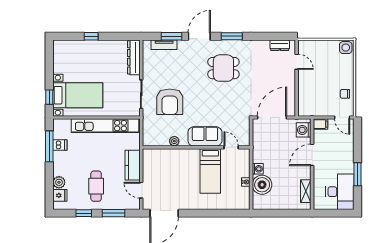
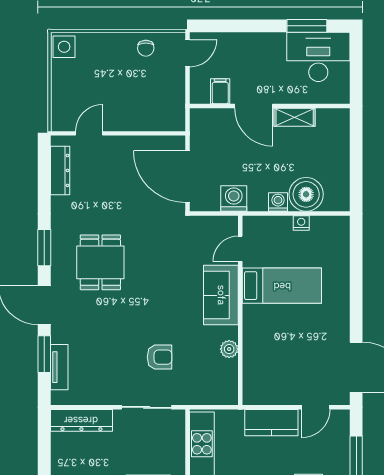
dresser: (280, 45) -> (60, 170), width x1.44
armchair: (170, 102) -> (160, 357), width x0.53, depth x0.53
filing cabinet: (321, 124) -> (220, 91), moved
washing machine: (304, 130) -> (234, 199), moved, turned 180
window: (358, 174) -> (307, 26), moved
shelving: (306, 191) -> (295, 117), moved

